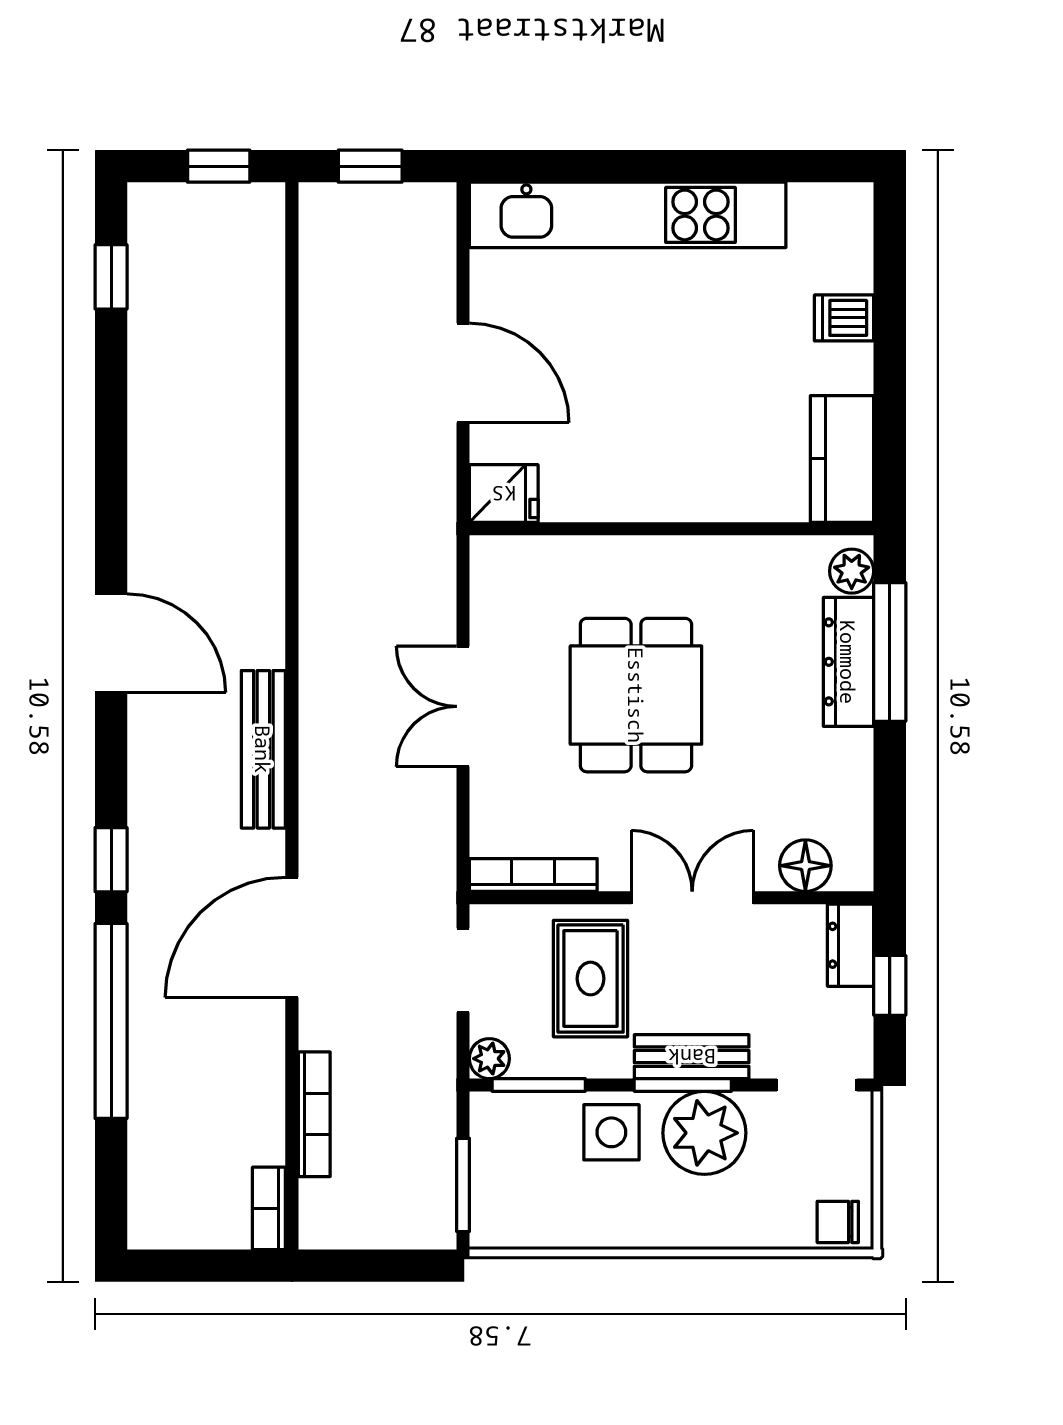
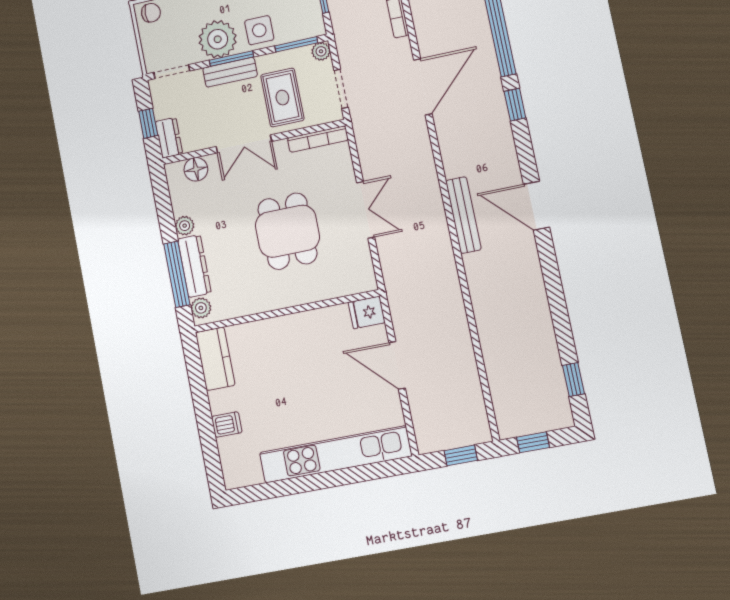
bench: (263, 749) -> (463, 215), moved
plant: (853, 751) -> (185, 226), added

